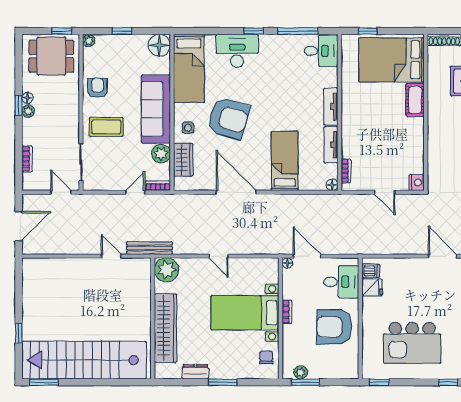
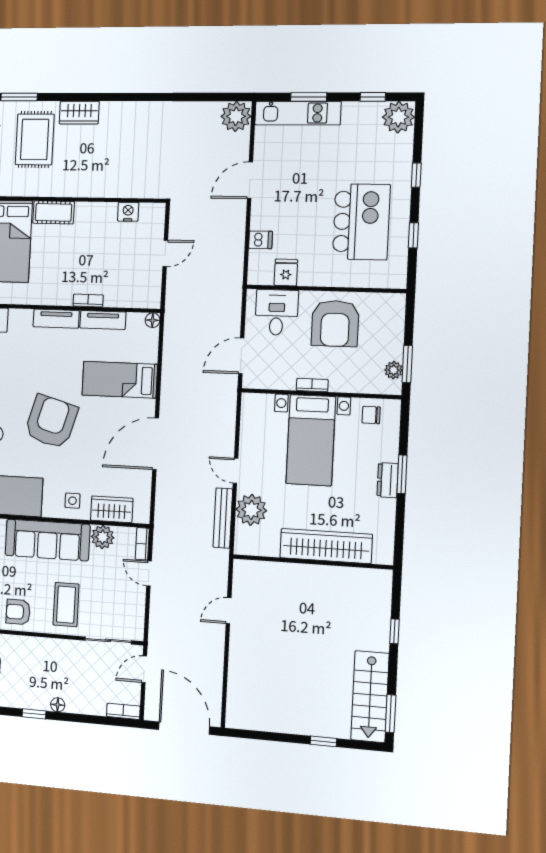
floor lamp: (27, 98) -> (58, 705), moved
plant: (28, 111) -> (42, 702), removed
armchair: (228, 118) -> (51, 422), moved
bookcase: (27, 159) -> (123, 711), moved
bookcase: (346, 171) -> (88, 300), moved
nightstand: (417, 183) -> (128, 212), moved
door: (19, 226) -> (184, 728), width x1.36
bench: (149, 248) -> (223, 518), moved
door: (219, 256) -> (236, 471), swing flipped
floor lamp: (287, 263) -> (249, 382), removed
plant: (166, 270) -> (251, 510), moved
dishwasher: (371, 271) -> (260, 240), moved, turned 90
stairs: (84, 360) -> (370, 697), width x0.54, depth x0.66
dresser: (195, 372) -> (388, 480), moved
window: (105, 382) -> (394, 631), added
window: (379, 382) -> (413, 235), moved

